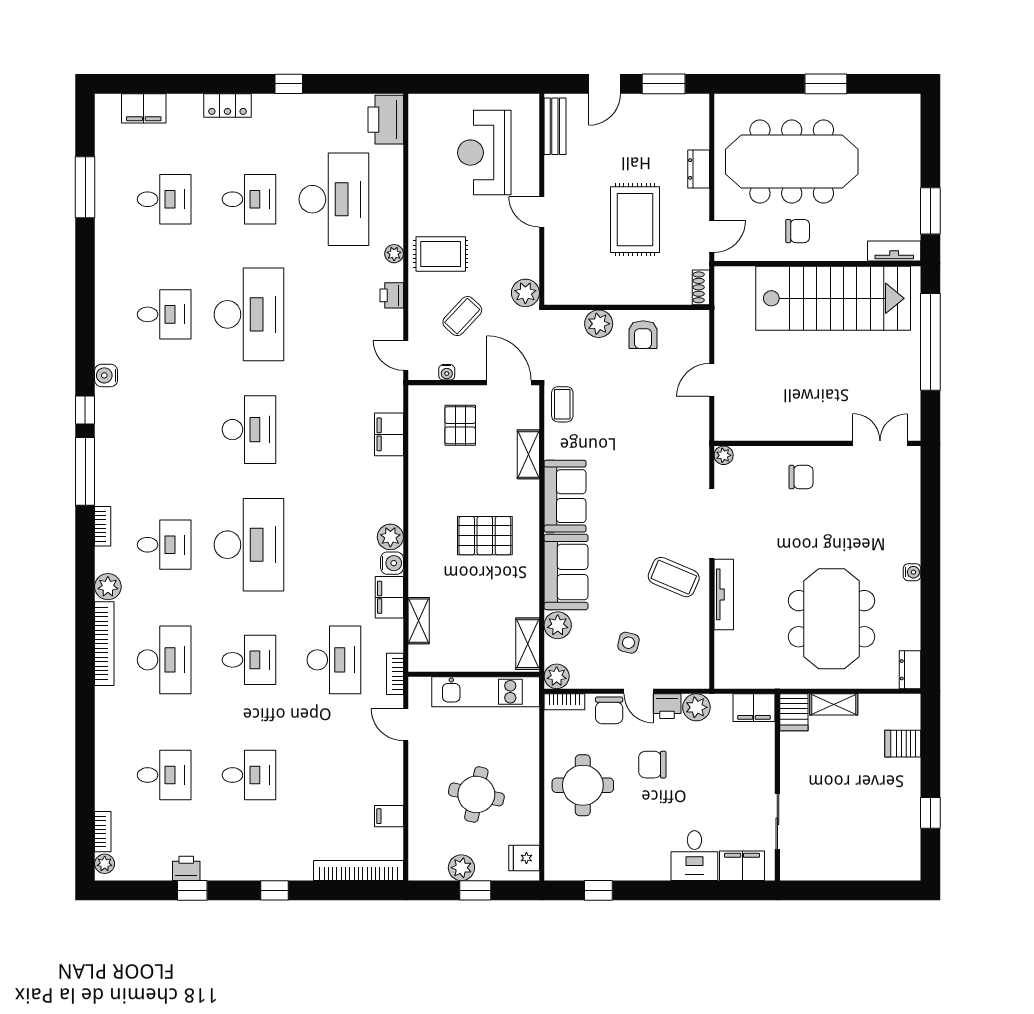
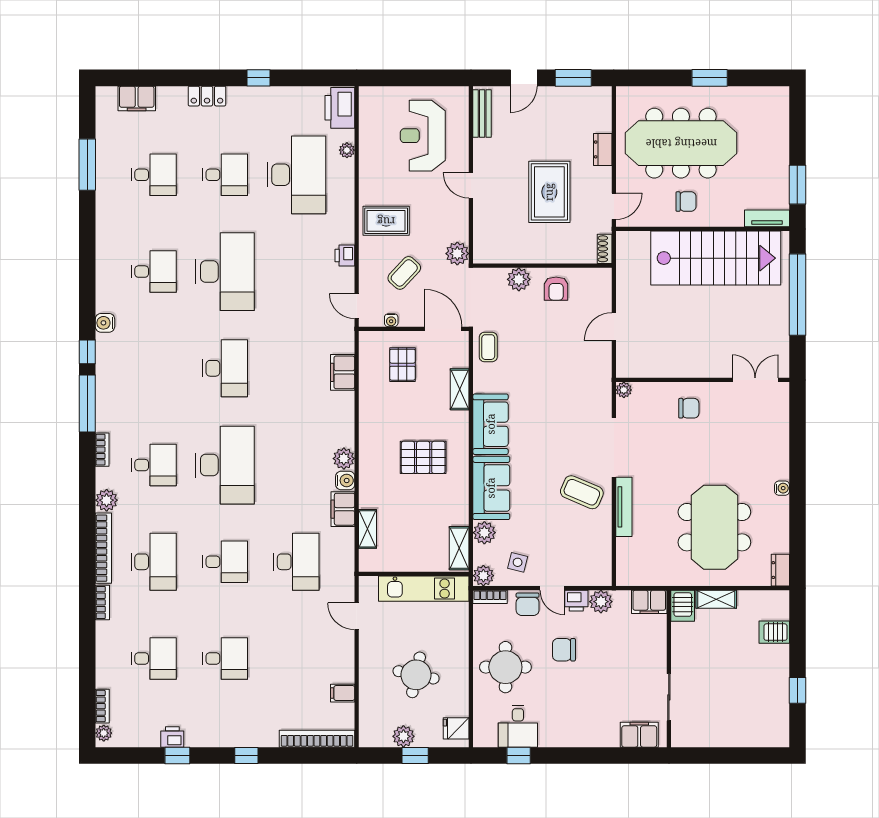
plant: (394, 254) -> (347, 150), moved
side table: (628, 643) -> (518, 562), moved
bookcase: (395, 674) -> (102, 602), moved, turned 180
desk: (694, 856) -> (518, 726), moved

